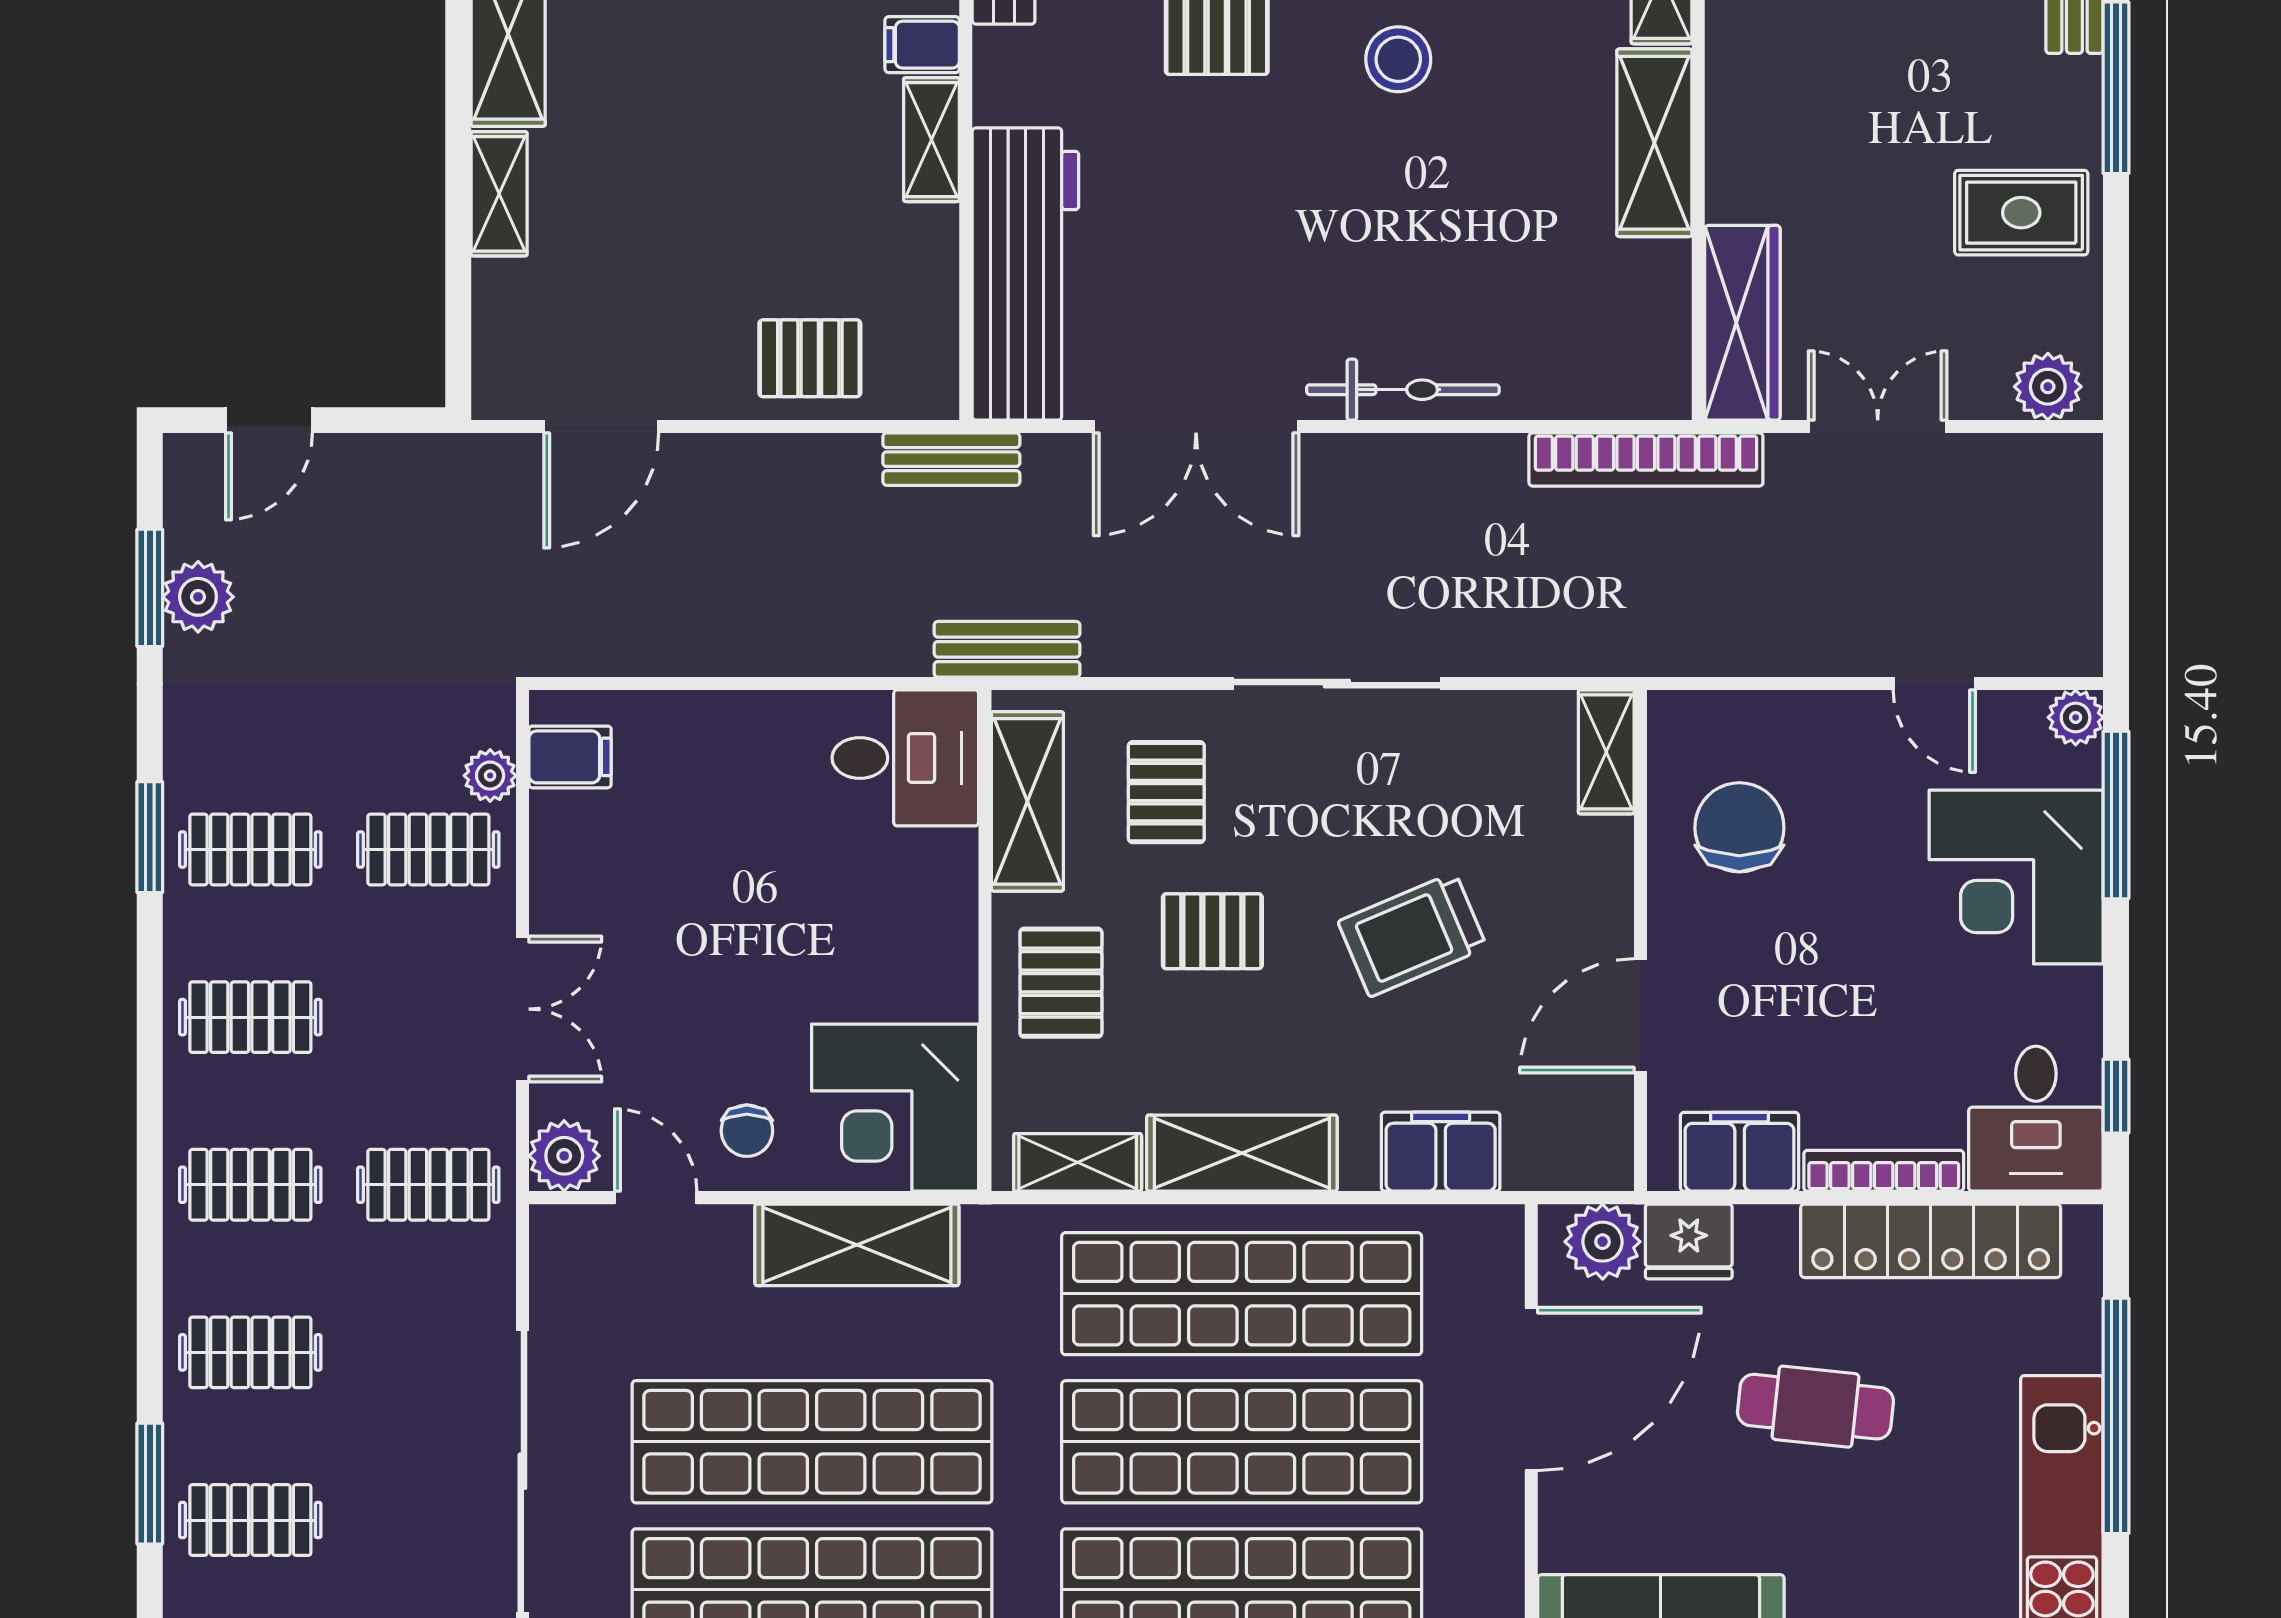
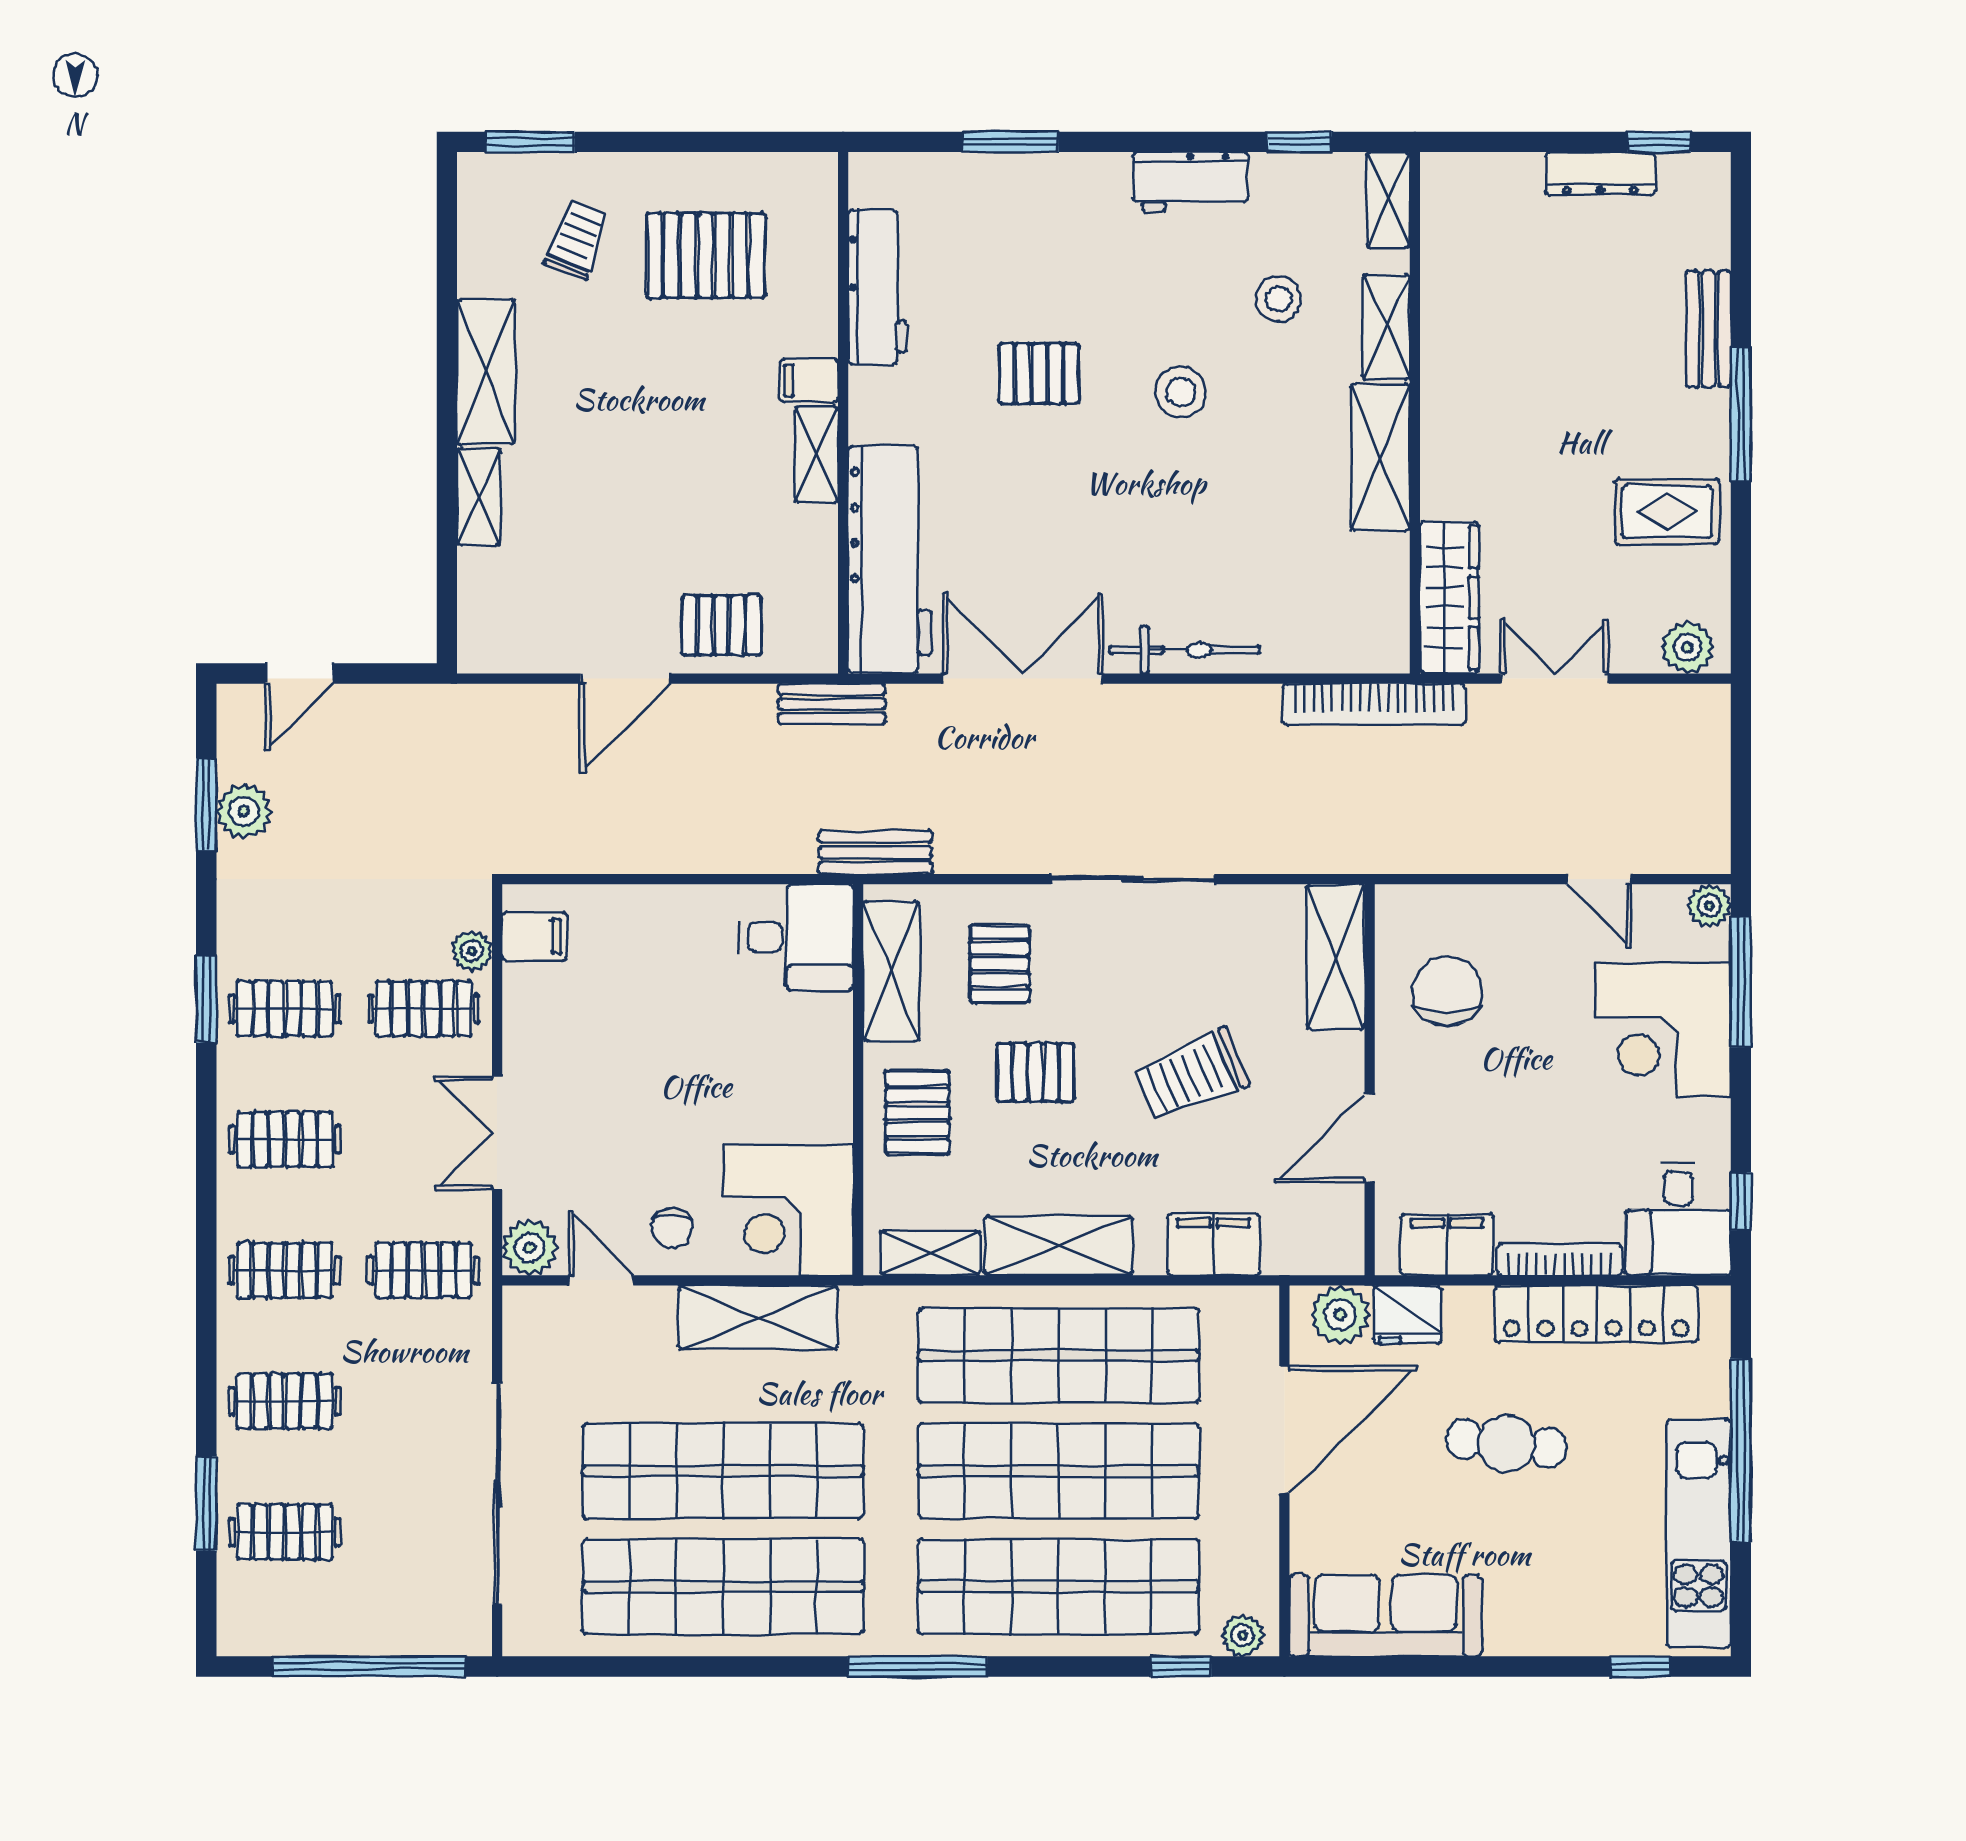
door: (601, 427) -> (625, 679), moved
double door: (1196, 427) -> (1023, 679), swing flipped
shelving: (1606, 752) -> (1336, 957), width x1.50, depth x1.33
double door: (522, 1009) -> (497, 1133), swing flipped

